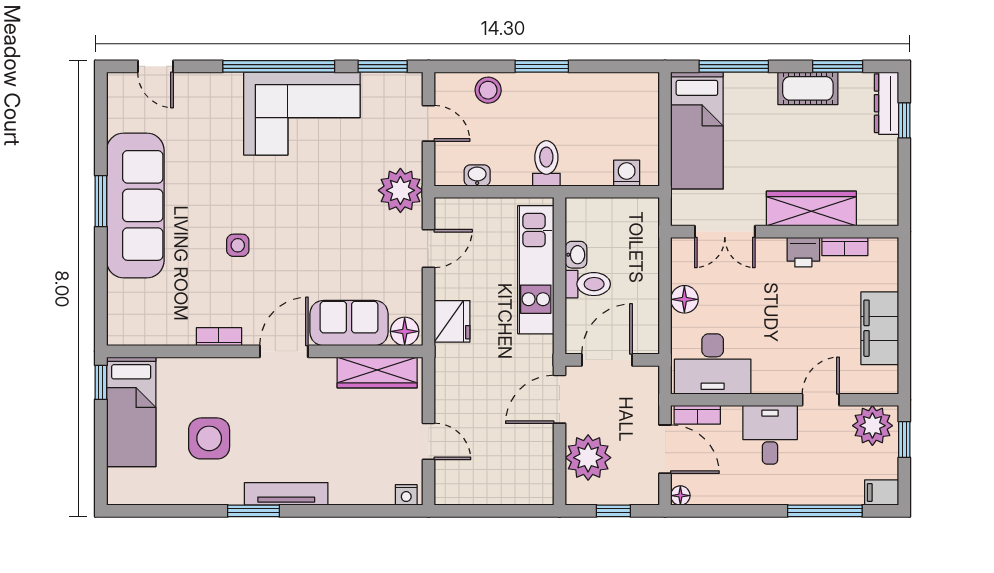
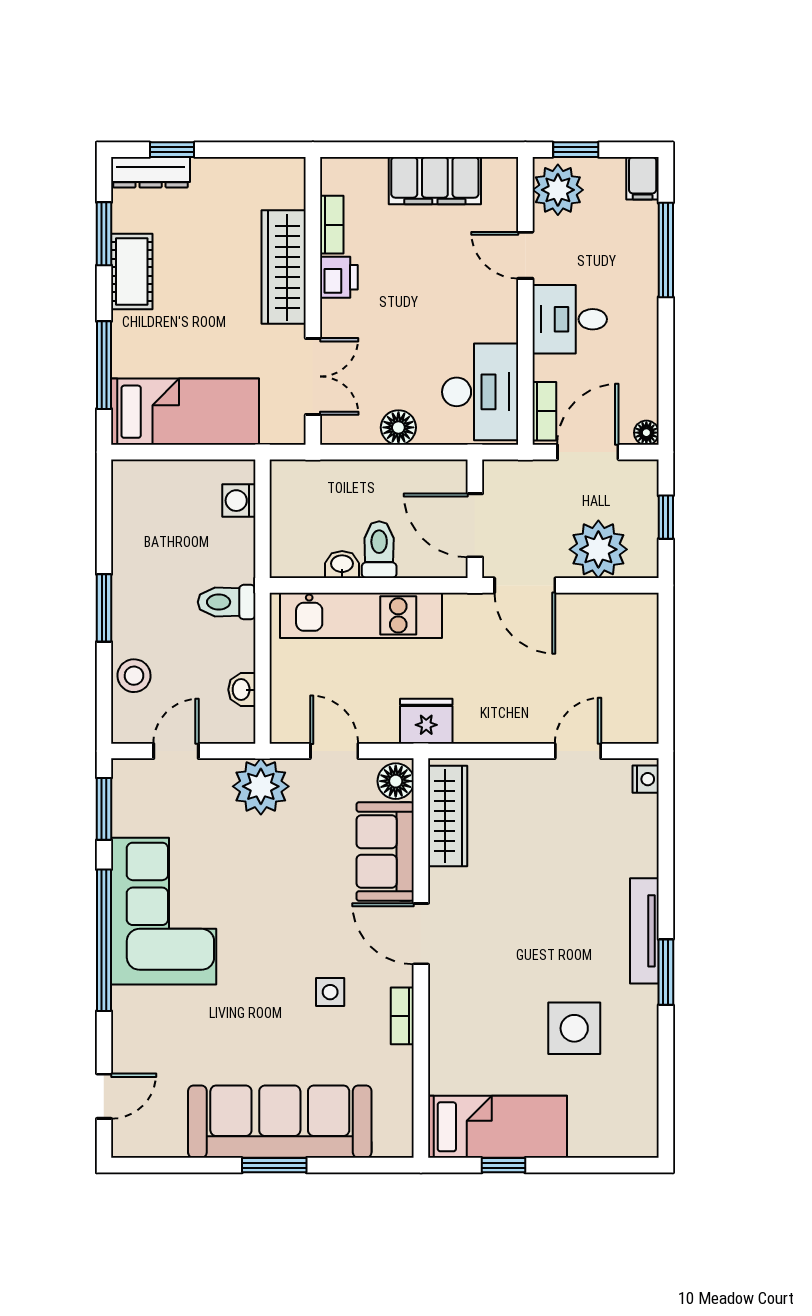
sofa: (349, 323) -> (385, 851), moved
floor lamp: (405, 331) -> (396, 781), moved
bookcase: (219, 337) -> (402, 1016), moved
wall: (265, 351) -> (421, 958), moved
door: (284, 351) -> (421, 934), moved
wardrobe: (377, 372) -> (448, 816), moved
bed: (131, 412) -> (497, 1127), moved

